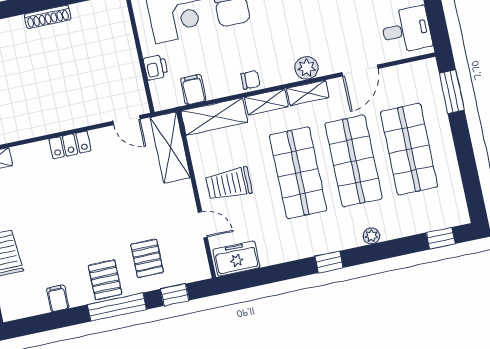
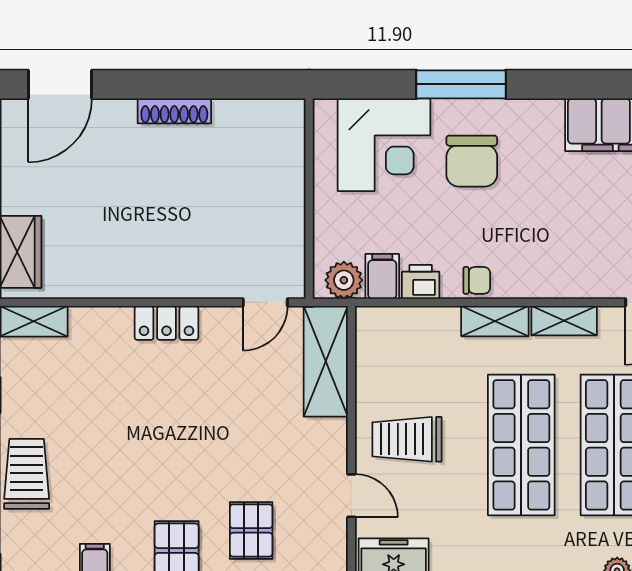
printer: (156, 67) -> (421, 282), moved, turned -90
plant: (306, 68) -> (344, 280), moved
shelving: (214, 117) -> (407, 327), removed
door: (127, 120) -> (265, 302), hinge flipped

